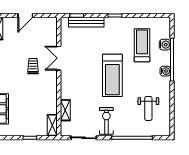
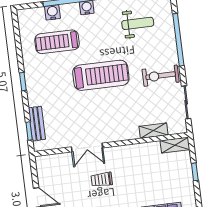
bench: (86, 22) -> (37, 124), width x0.73

